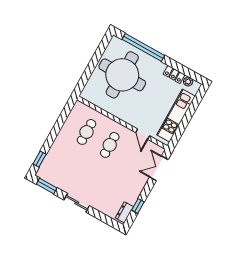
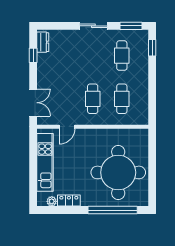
door: (143, 134) -> (67, 127), swing flipped
cafe table: (67, 166) -> (122, 56), added

